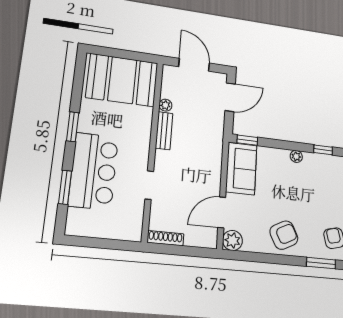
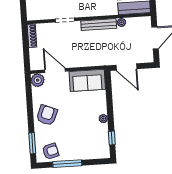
door: (230, 97) -> (126, 67), moved
bench: (164, 131) -> (99, 25), width x1.36
window: (247, 140) -> (108, 82), removed
armchair: (284, 235) -> (47, 115), turned -131

